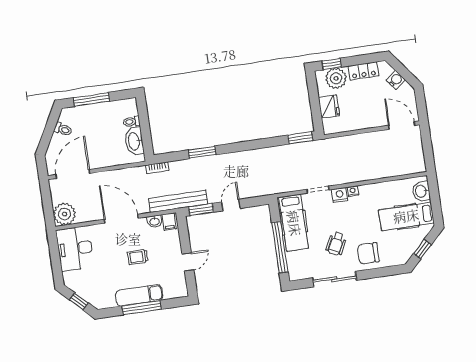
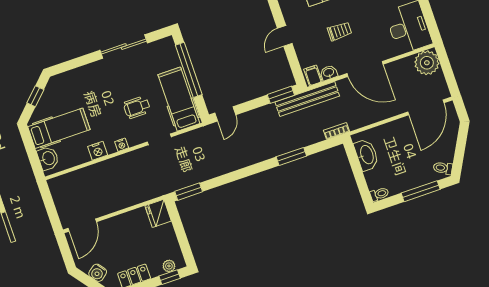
plant: (336, 78) -> (169, 266), width x0.53, depth x0.53
fridge: (329, 107) -> (158, 213), moved
toilet: (132, 122) -> (379, 194), moved
door: (402, 125) -> (82, 225), hinge flipped
toilet: (63, 129) -> (443, 168), moved
nightstand: (340, 195) -> (98, 151), moved
door: (231, 205) -> (225, 114), moved
wheelchair: (336, 244) -> (137, 107), moved, turned -116
chair: (368, 253) -> (93, 81), removed

